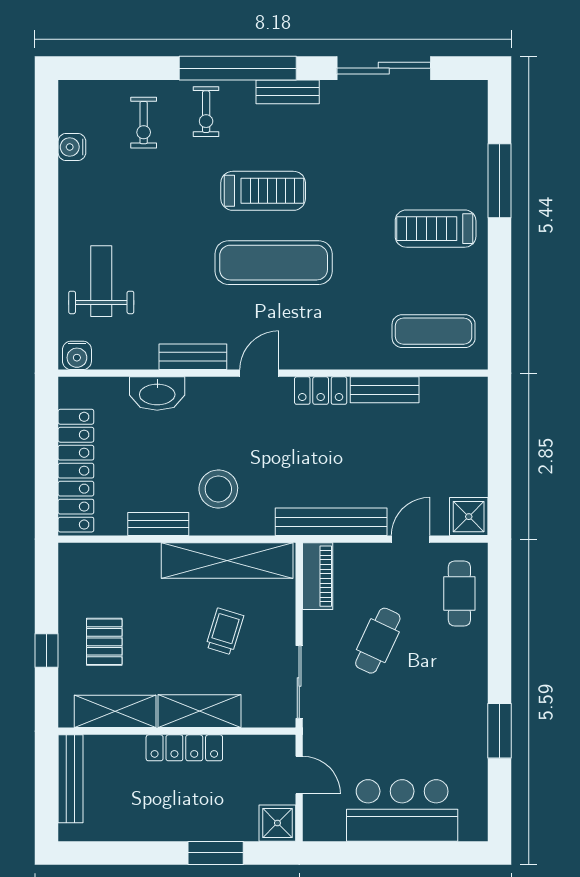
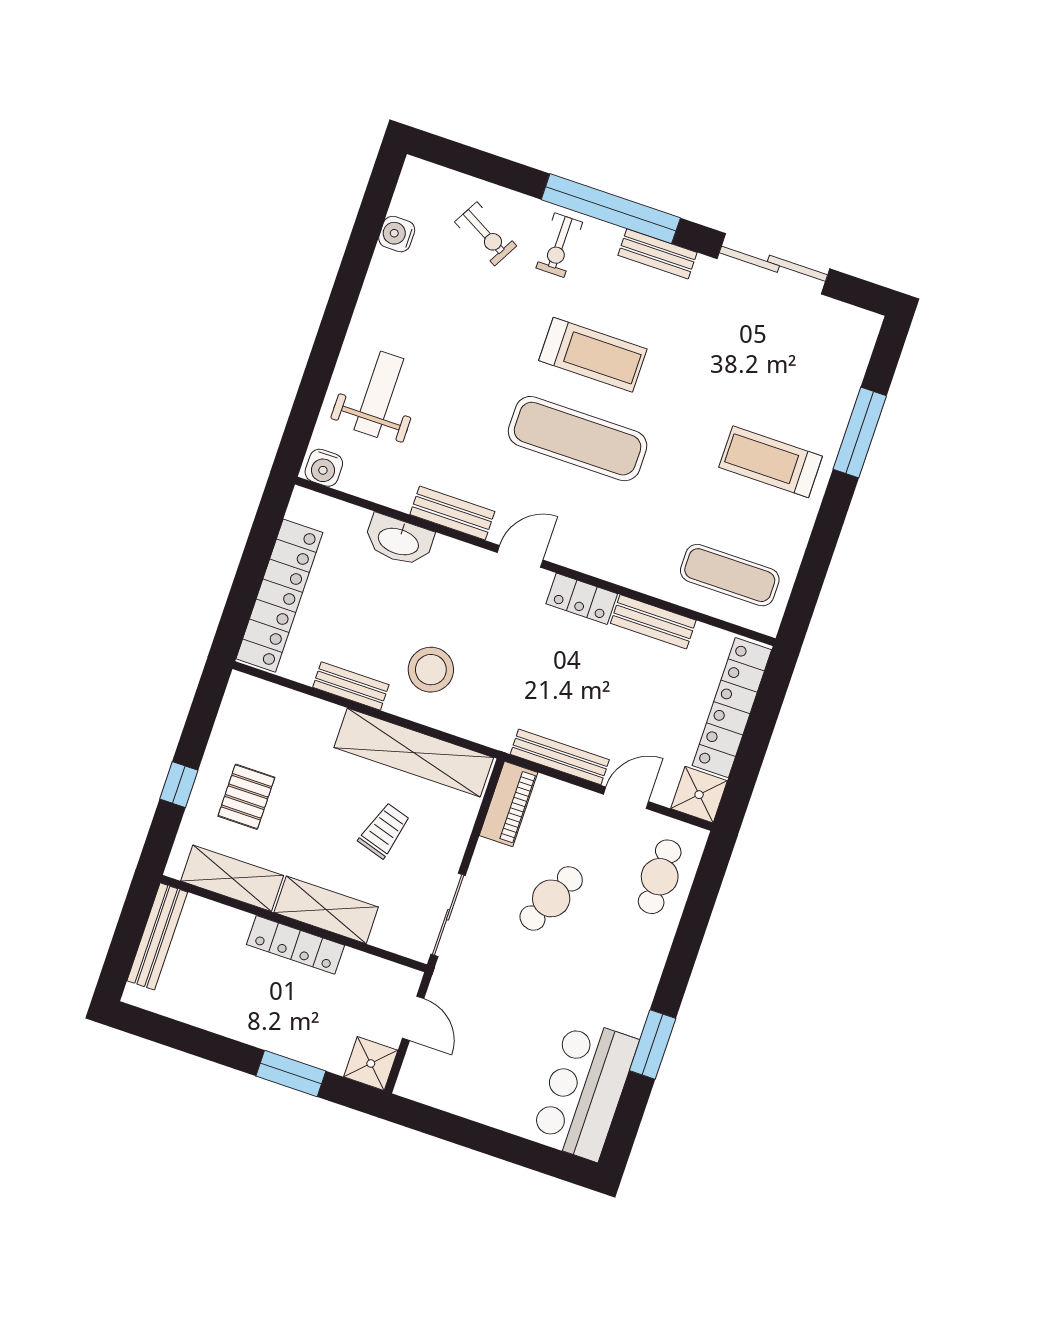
exercise bike: (144, 123) -> (486, 234), turned -61
locker: (472, 438) -> (732, 708), added
bench: (331, 522) -> (560, 757), width x0.73, depth x0.82
bar counter: (402, 810) -> (585, 1090), moved, turned -90

